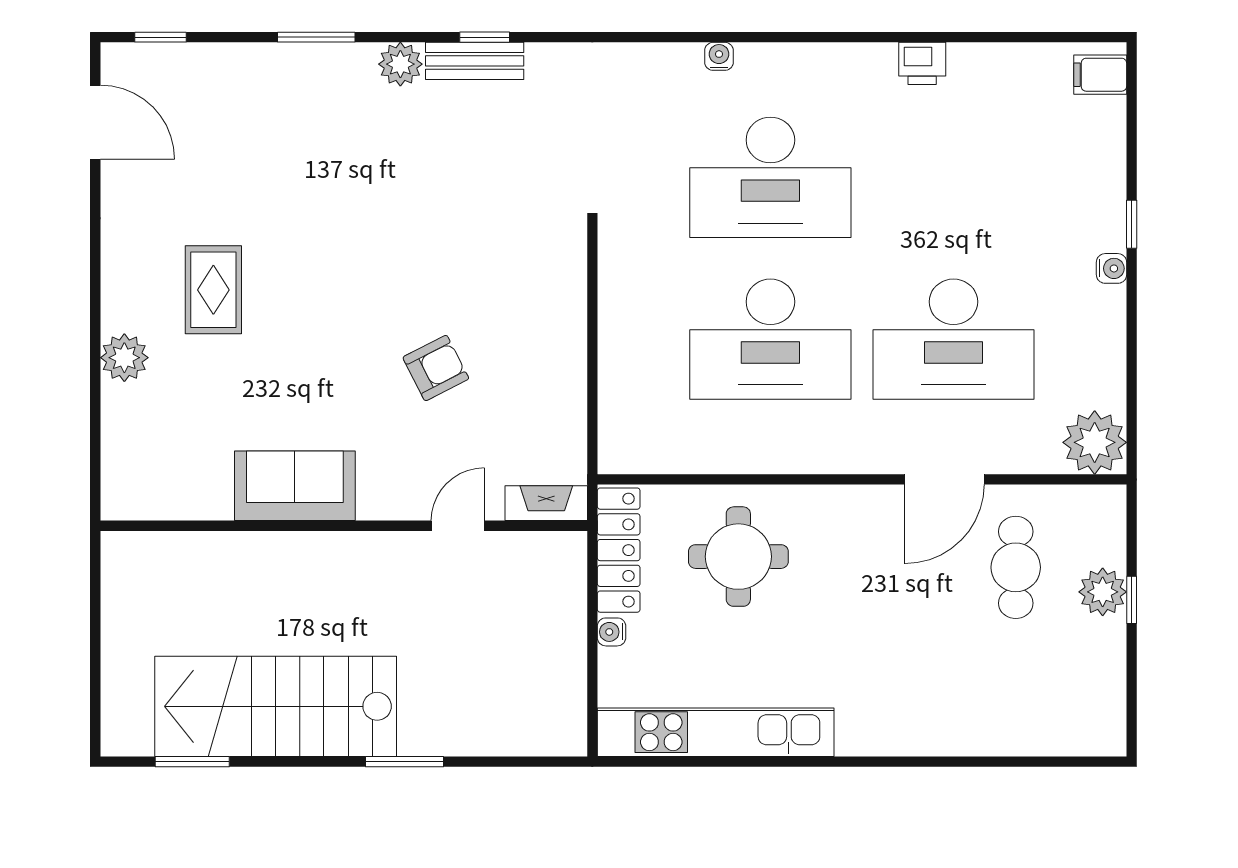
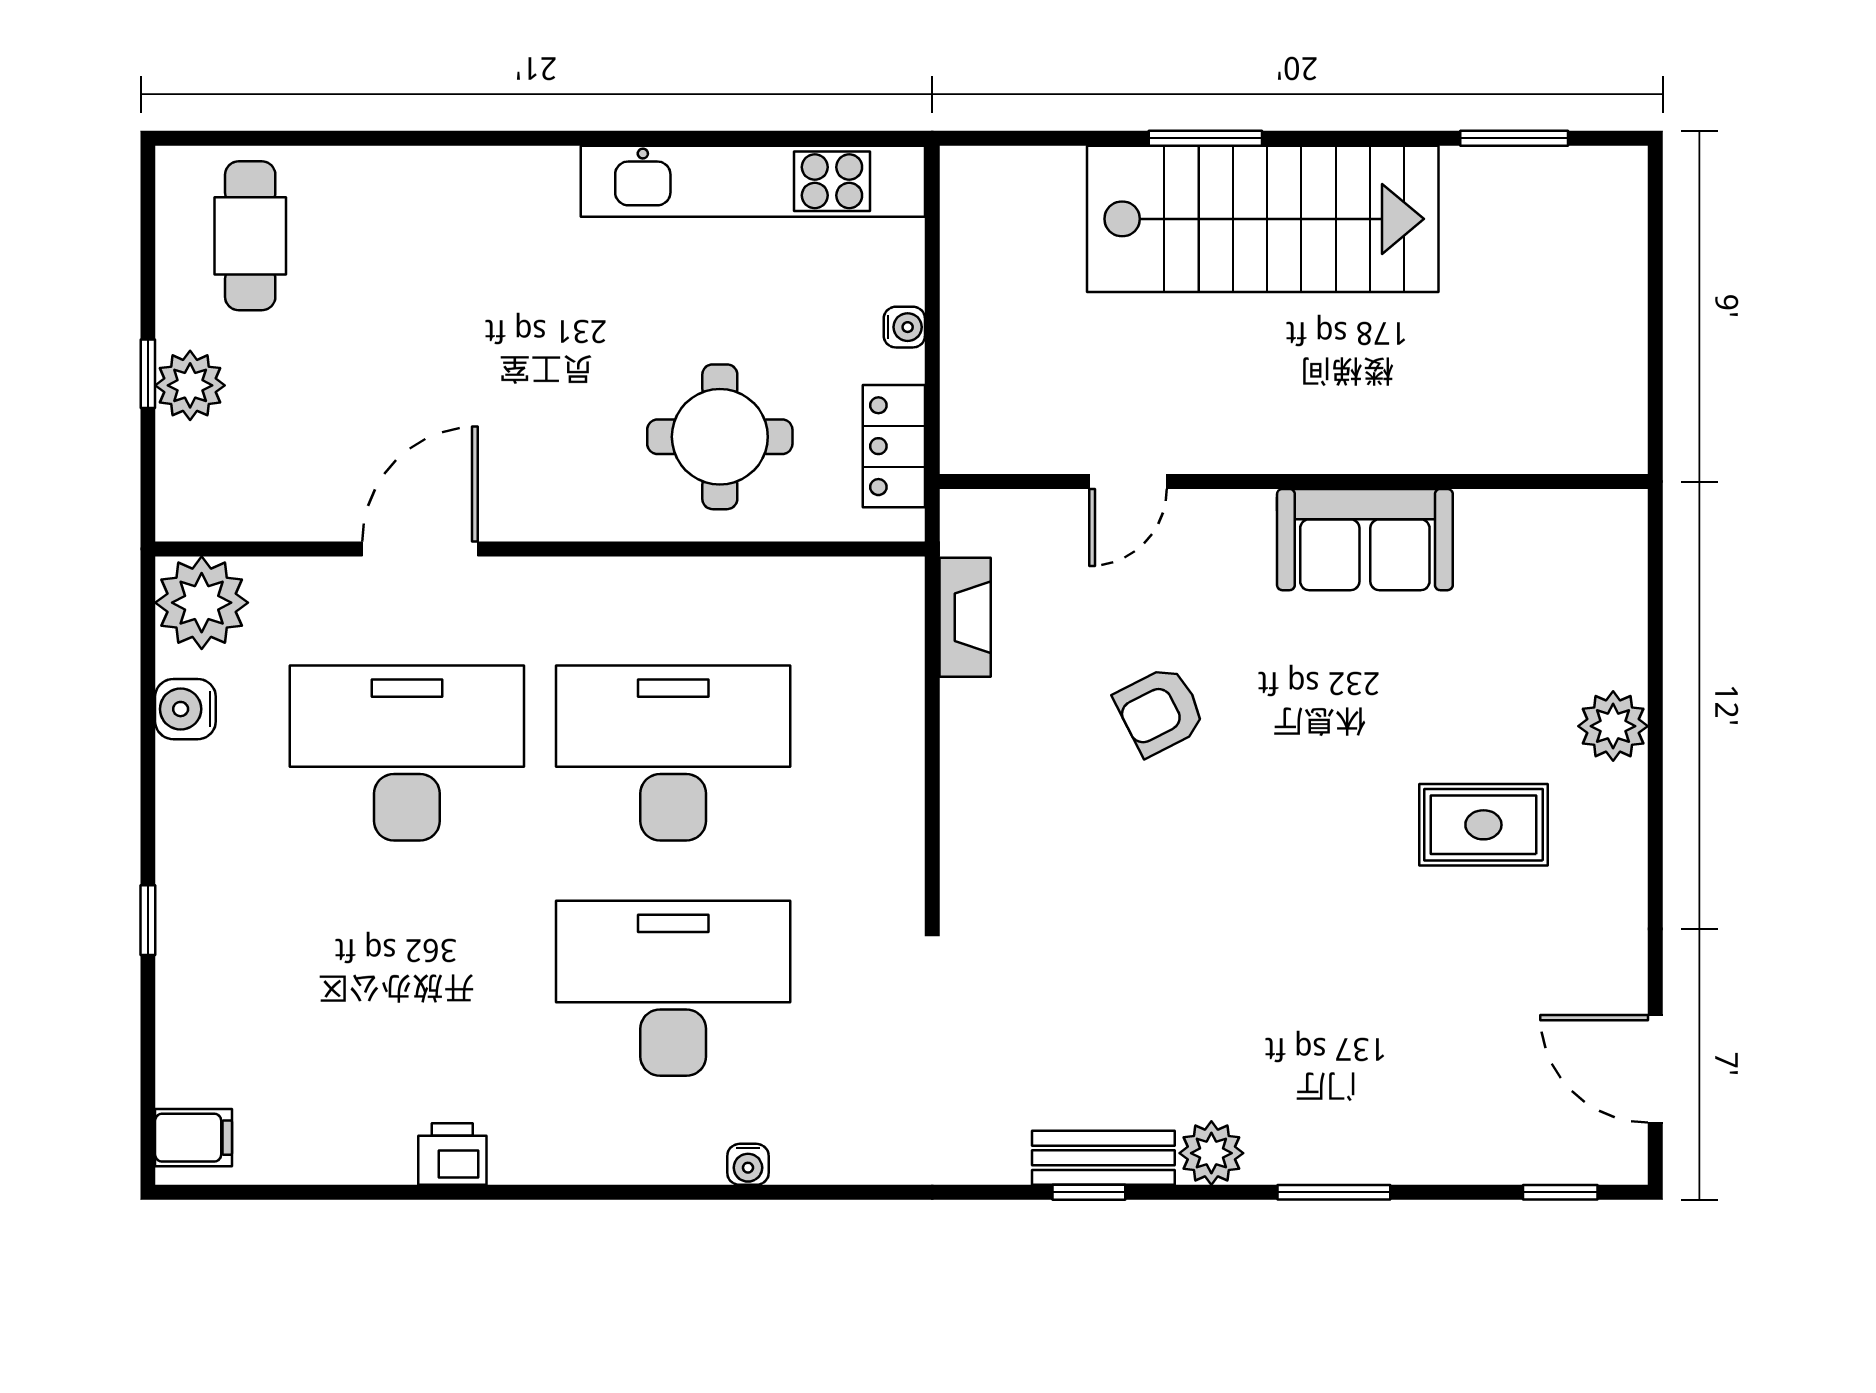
water cooler: (1111, 268) -> (185, 709), moved, width x1.38, depth x1.38
rug: (213, 290) -> (1483, 825), turned 90
fireplace: (546, 503) -> (965, 617), moved, turned -90
locker: (619, 550) -> (894, 446), width x0.66
cafe table: (1016, 567) -> (250, 236), moved
stairs: (276, 706) -> (1263, 219), moved

